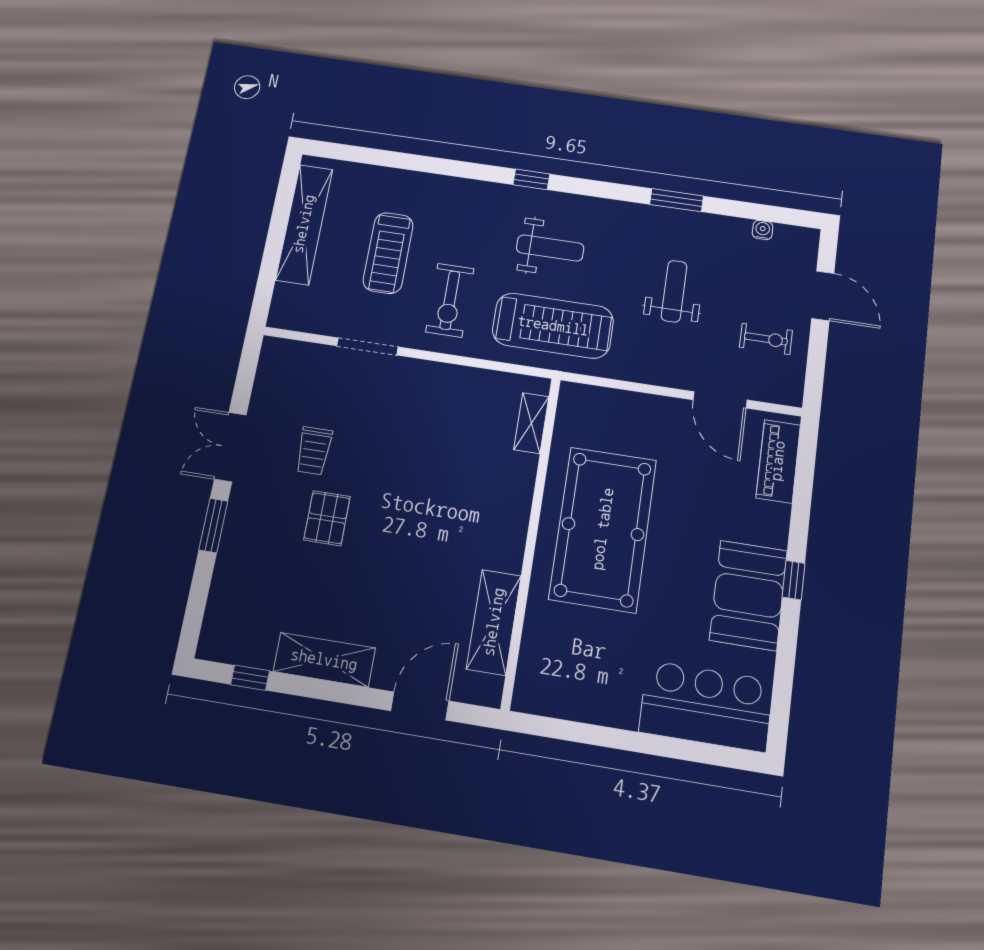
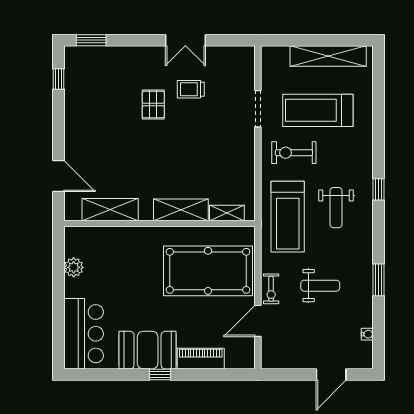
treadmill: (388, 253) -> (318, 110), width x1.37, depth x1.38
exercise bike: (766, 339) -> (271, 289), moved
double door: (230, 447) -> (185, 40), swing flipped
piano: (778, 461) -> (201, 359), moved
pallet: (327, 518) -> (153, 105), turned 90
window: (213, 526) -> (91, 40), moved
pool table: (603, 529) -> (208, 271), moved
shelving: (324, 660) -> (181, 210), moved, turned 90
plant: (585, 705) -> (74, 267), added

